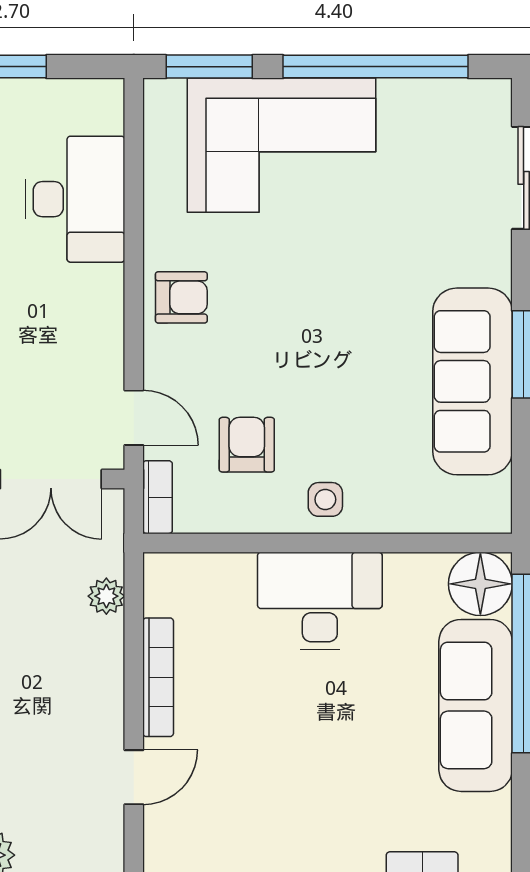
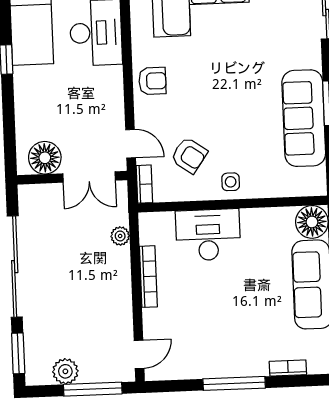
armchair: (247, 445) -> (189, 155), turned 125
desk: (320, 601) -> (208, 235), moved
door: (134, 777) -> (139, 354), moved

